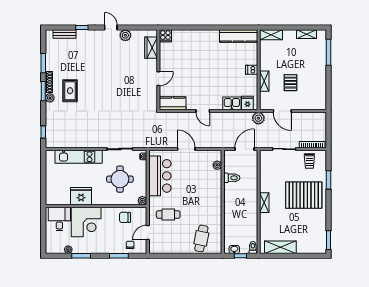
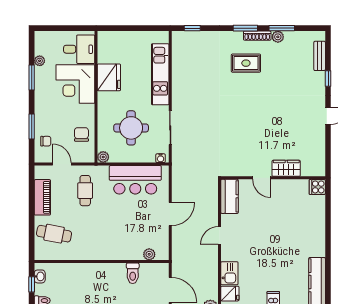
plant: (125, 35) -> (318, 135), removed
wardrobe: (151, 48) -> (286, 168), moved
plant: (50, 98) -> (278, 37), moved
piano: (173, 247) -> (42, 197), added

